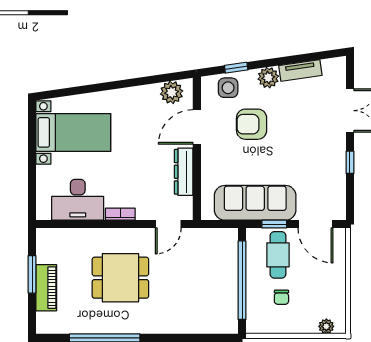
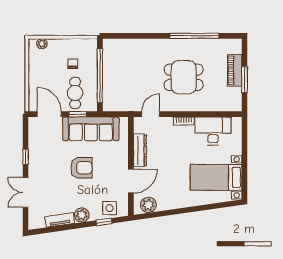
armchair: (252, 124) -> (81, 168), moved

